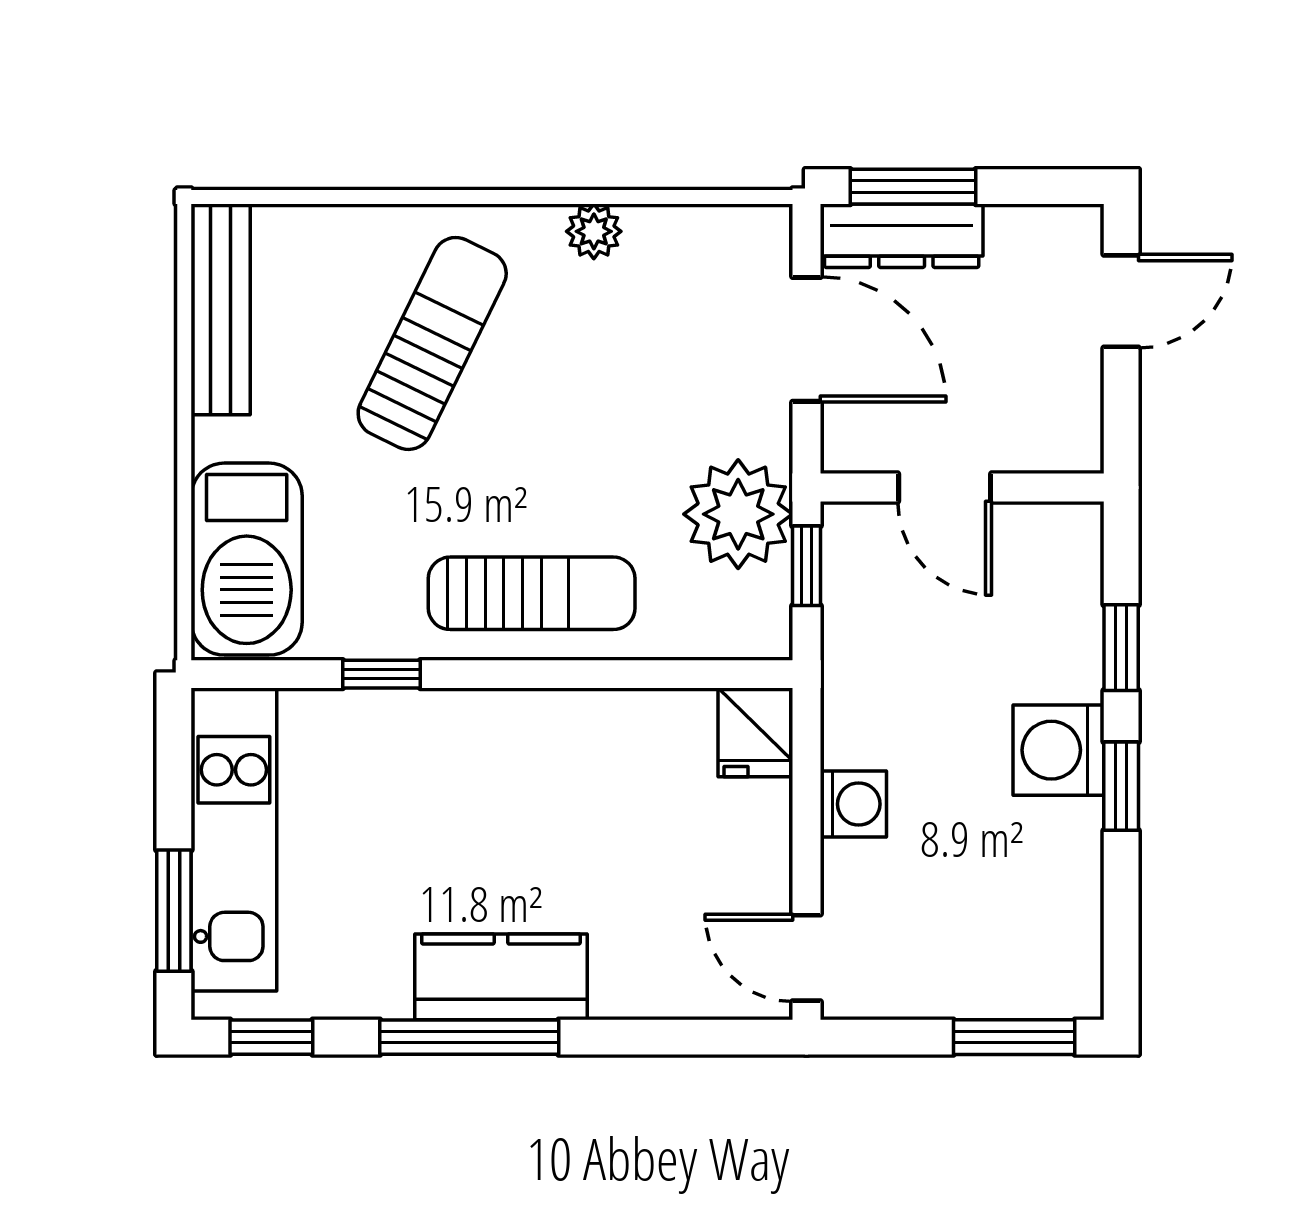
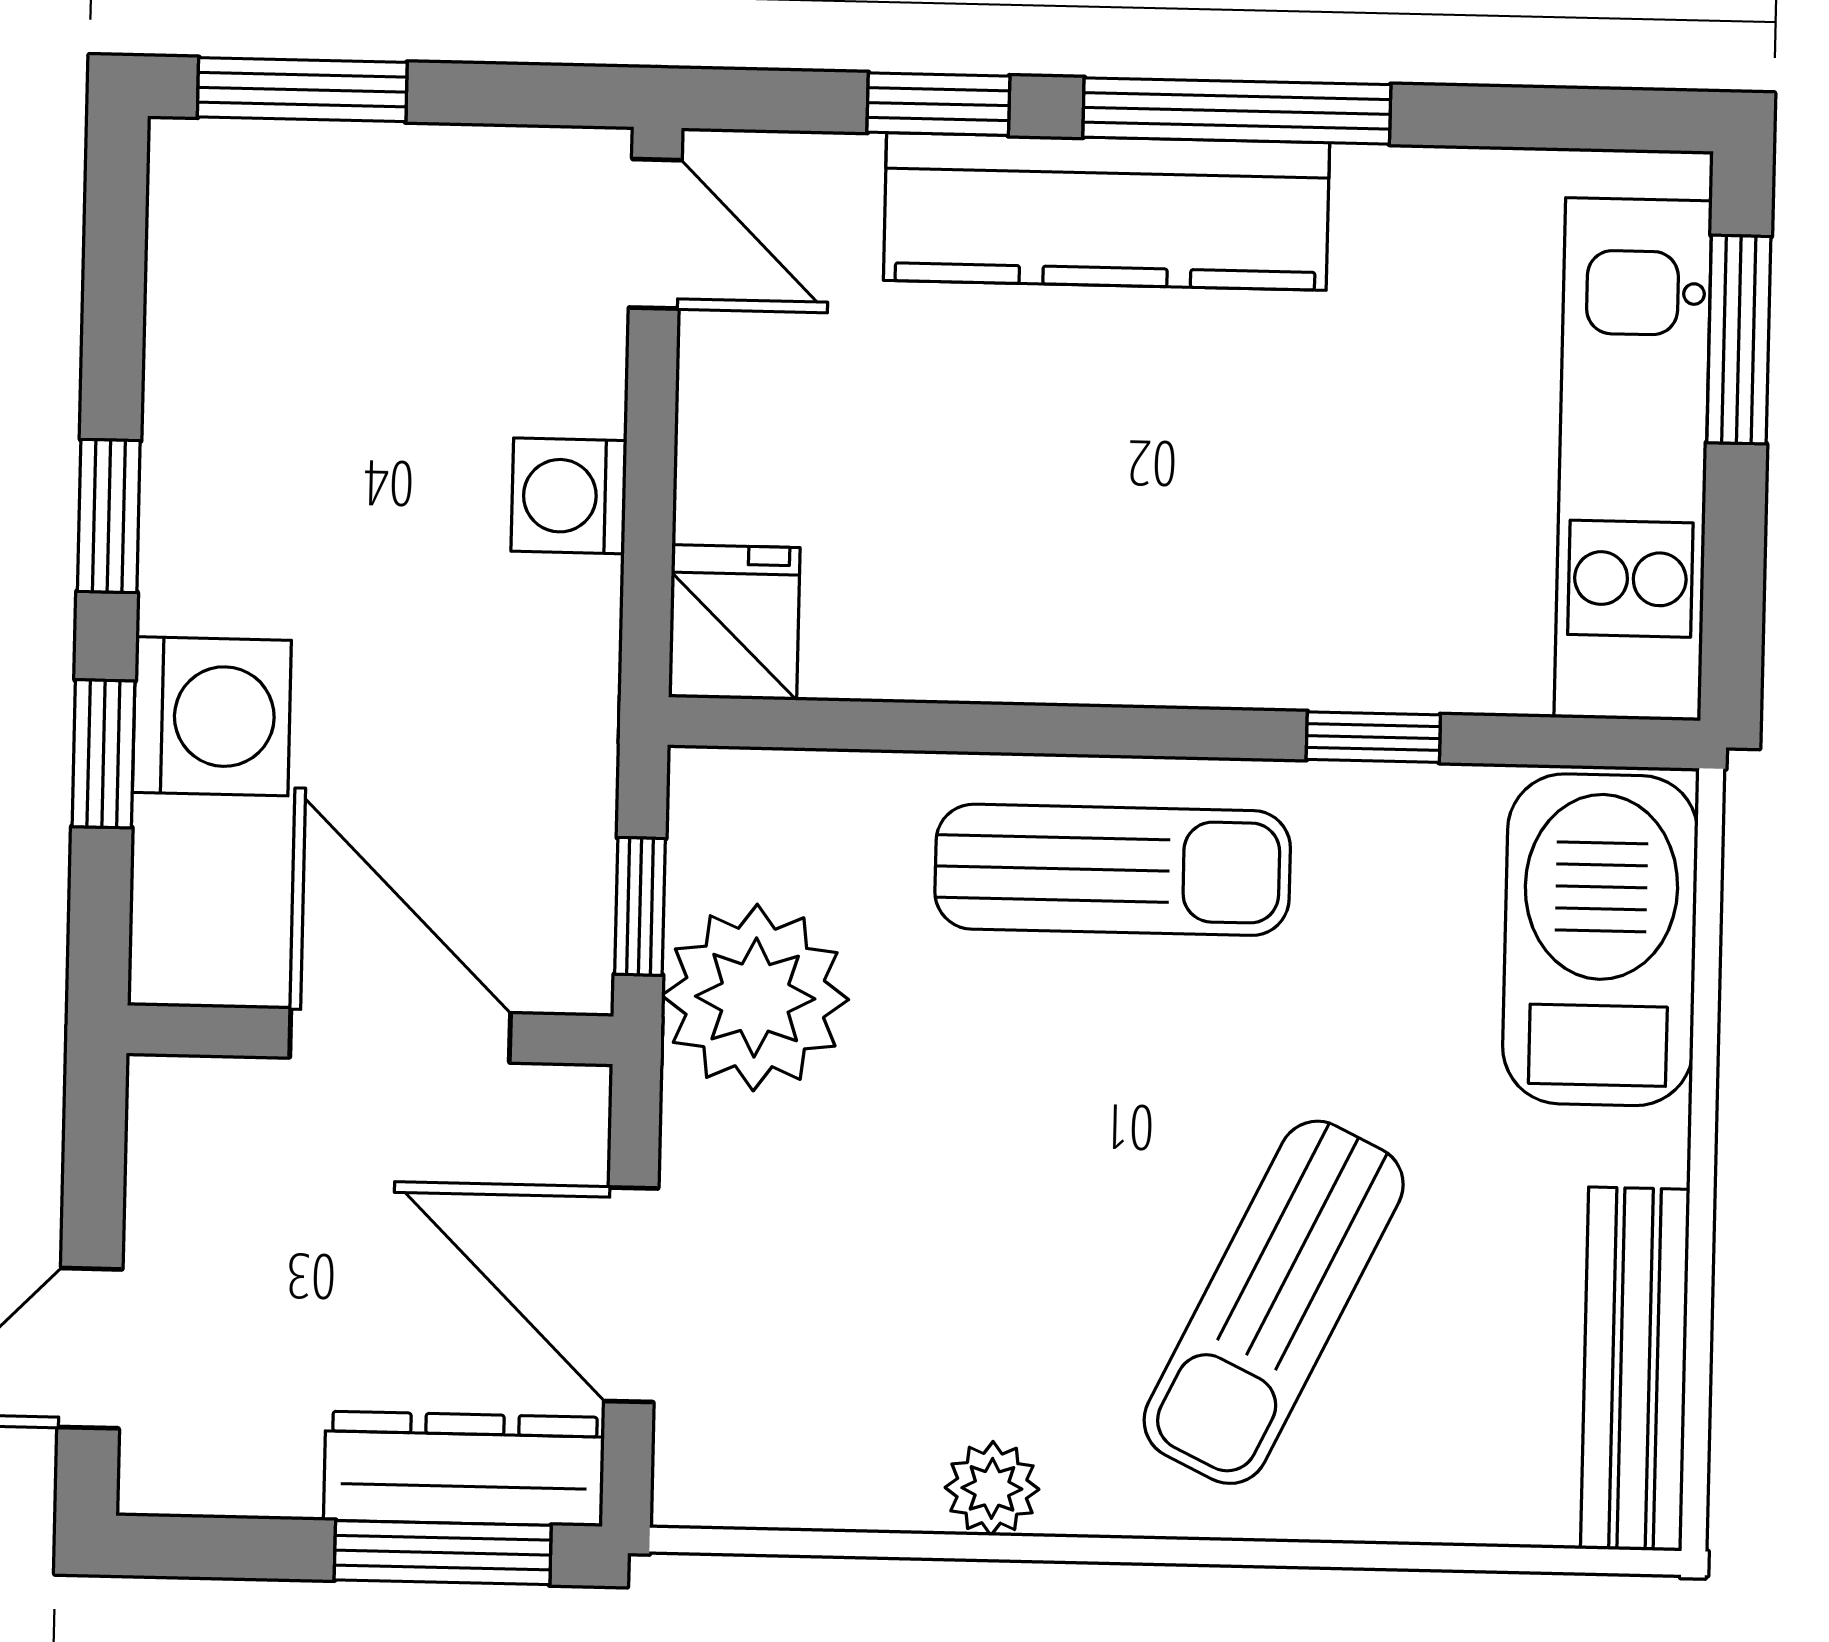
door: (945, 487) -> (400, 1035), width x1.38
sun lounger: (532, 593) -> (1113, 870), turned 180
washing machine: (1059, 750) -> (212, 716), moved
kitchen counter: (501, 977) -> (1106, 211), width x1.50
window: (271, 1037) -> (938, 104), moved

